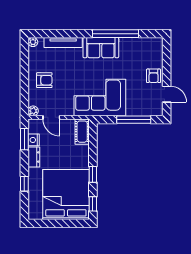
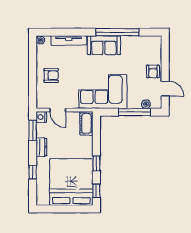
plant: (33, 111) -> (146, 104), moved
nightstand: (34, 140) -> (41, 117), moved

